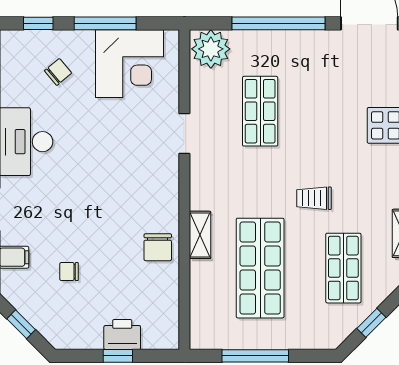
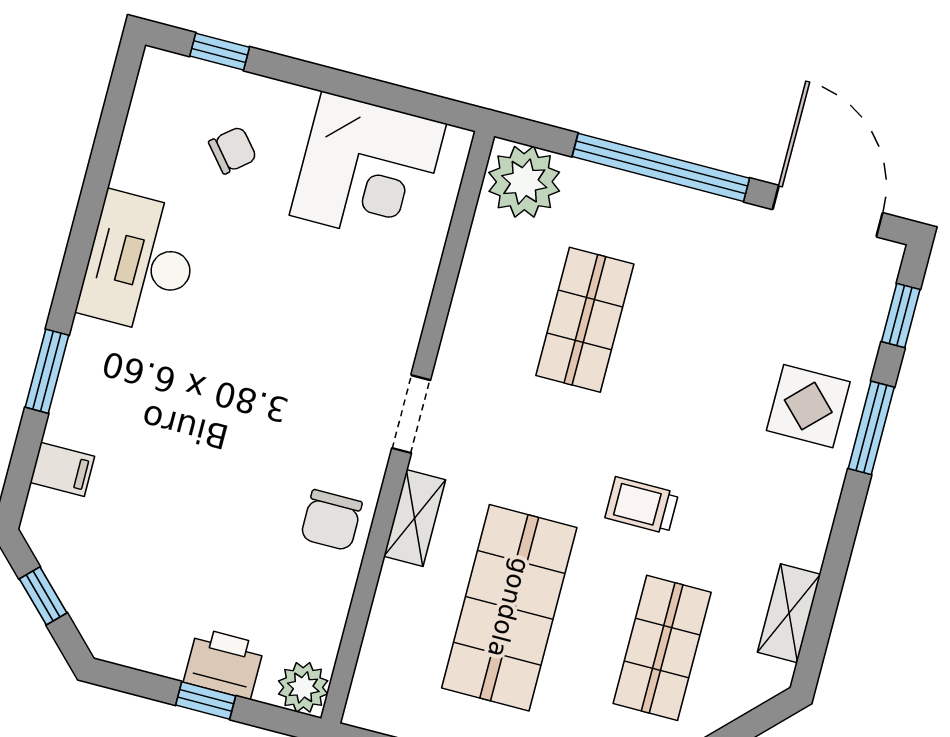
window: (105, 23) -> (342, 84), removed
doorway: (184, 134) -> (411, 414), moved
chair: (69, 272) -> (157, 522), removed
plant: (166, 336) -> (303, 687), added

